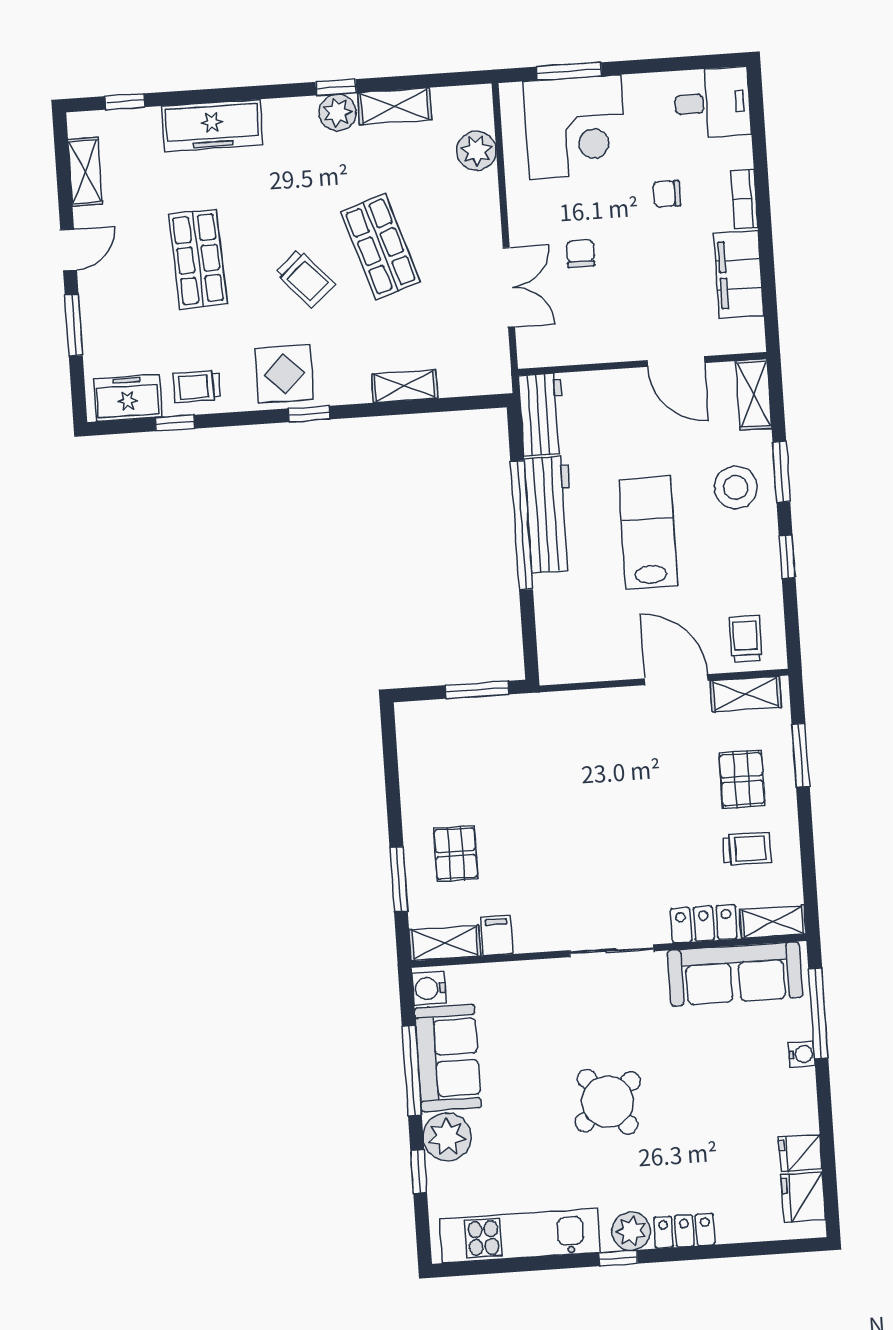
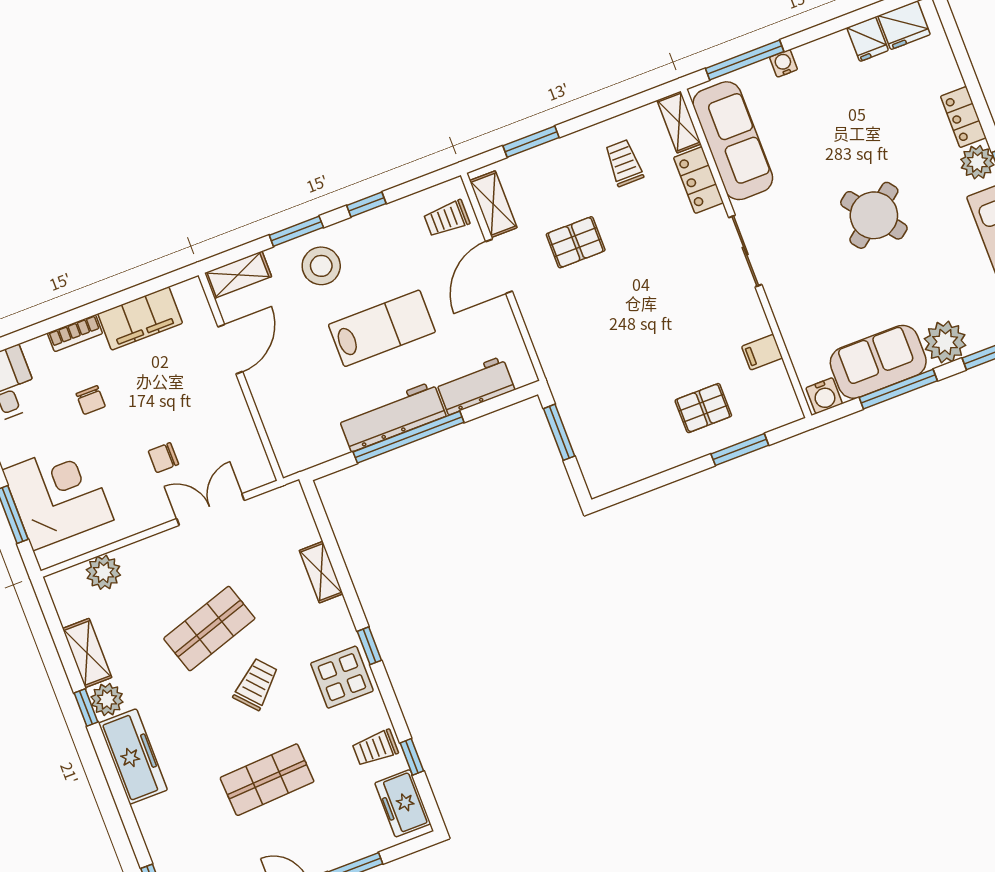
freezer: (212, 126) -> (133, 757), moved
trolley: (197, 387) -> (375, 748), turned 90
workbench: (542, 414) -> (475, 386), moved
lab bench: (648, 532) -> (382, 328), turned 180
pallet: (742, 779) -> (576, 242), moved
shelving: (445, 943) -> (782, 394), removed

